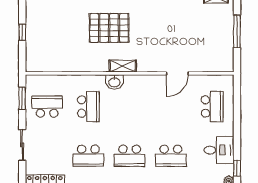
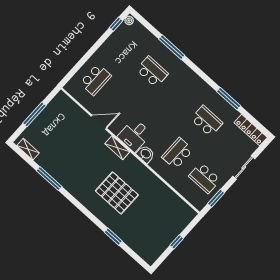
shelving: (123, 66) -> (117, 148), moved
school desk: (212, 107) -> (96, 80), turned 180
desk: (219, 150) -> (134, 135), moved, turned -90
school desk: (130, 156) -> (179, 96), removed

